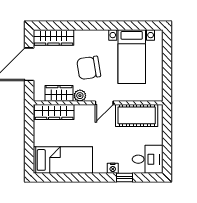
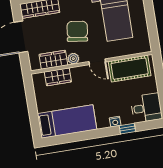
chair: (89, 68) -> (77, 31), turned 107
door: (104, 103) -> (97, 62), hinge flipped
wardrobe: (54, 112) -> (58, 77), width x0.67

